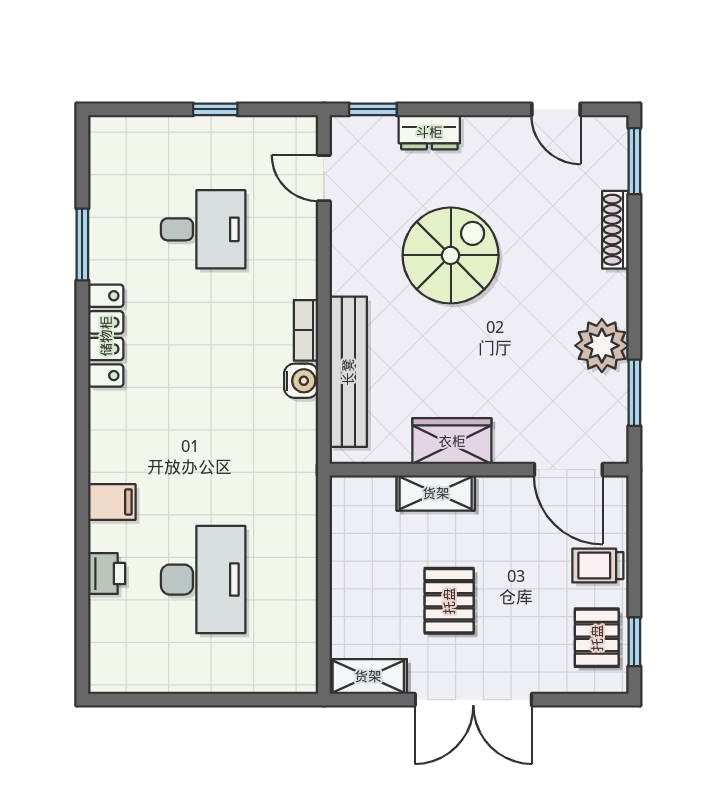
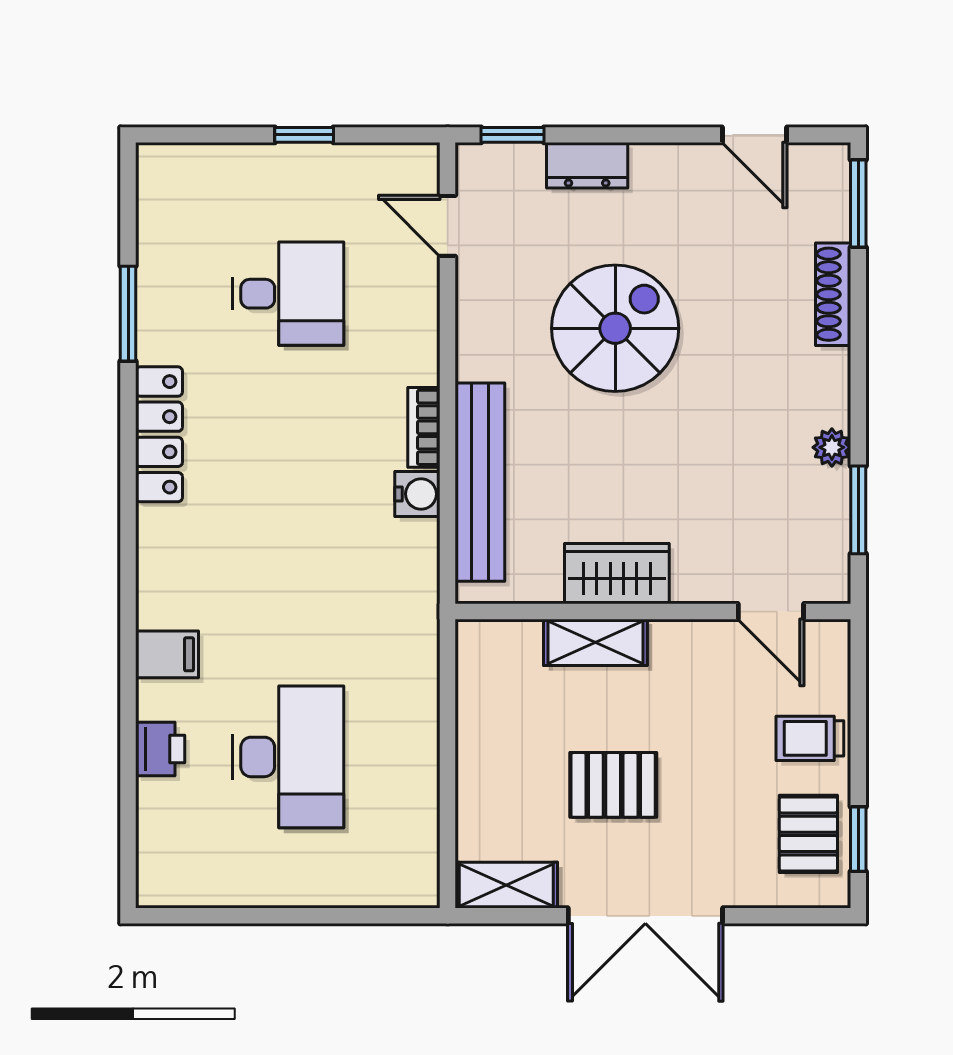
plant: (602, 346) -> (832, 447), width x0.53, depth x0.53
door: (568, 470) -> (771, 612), width x0.73
pallet: (449, 601) -> (613, 785), turned 90

